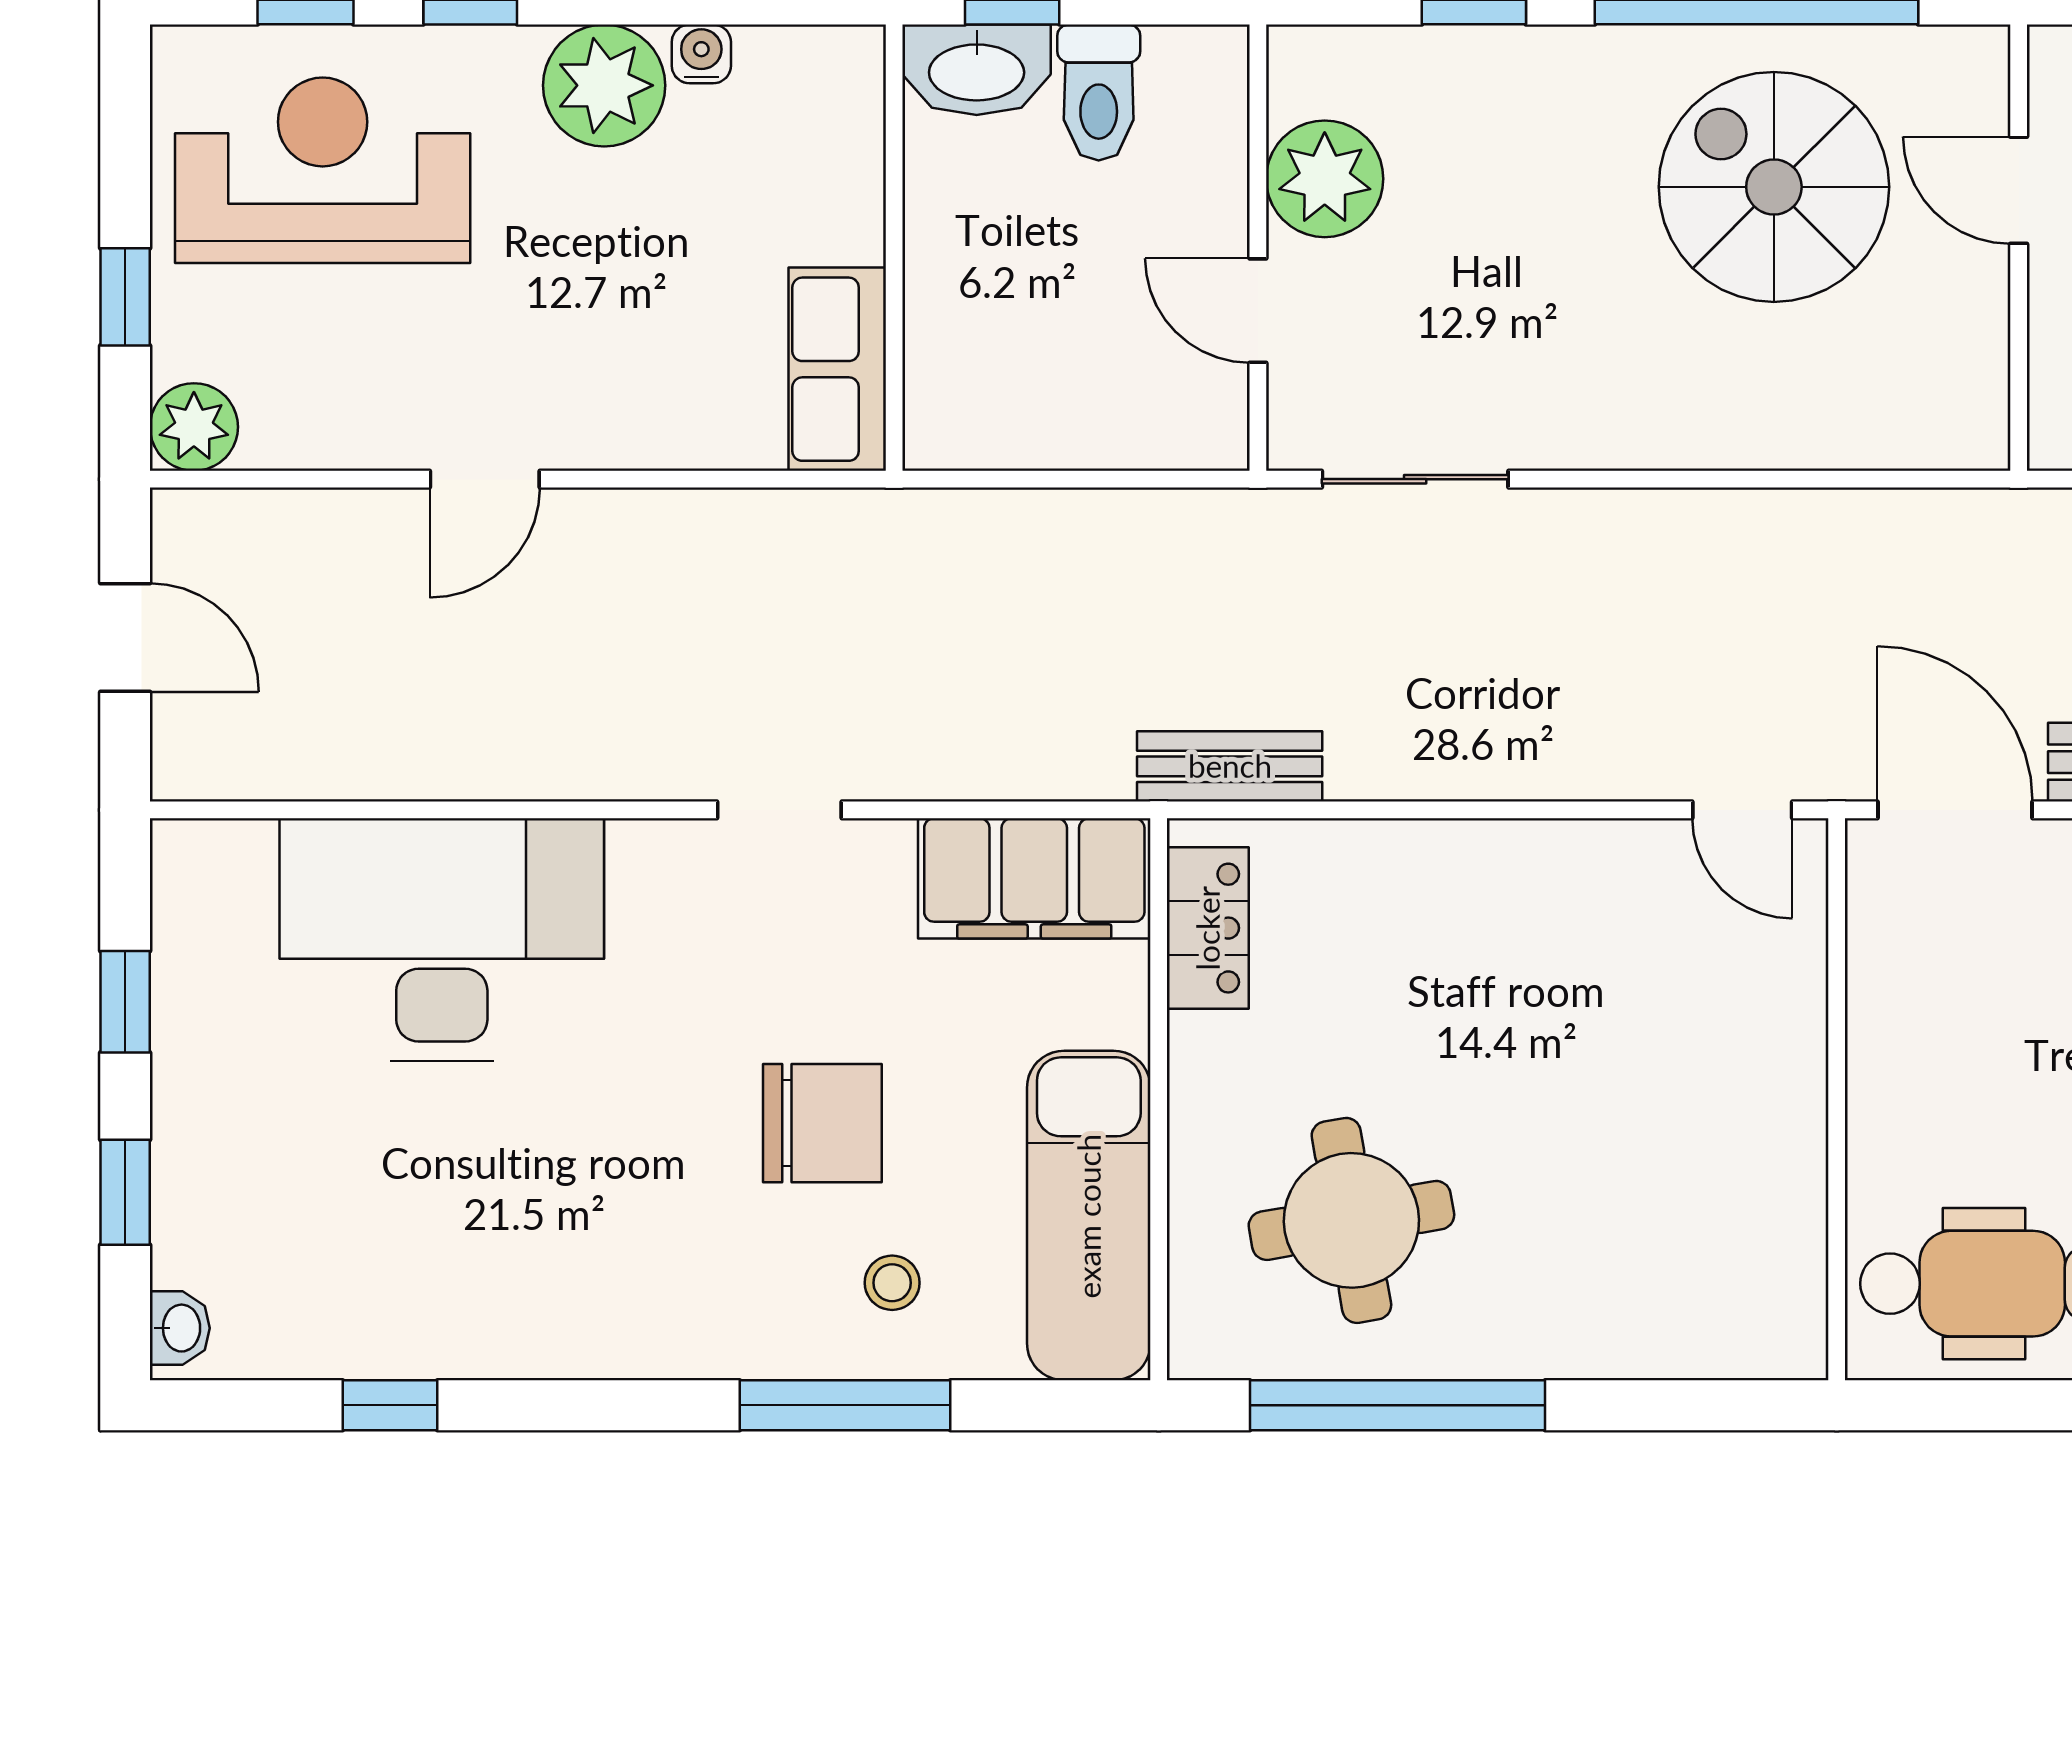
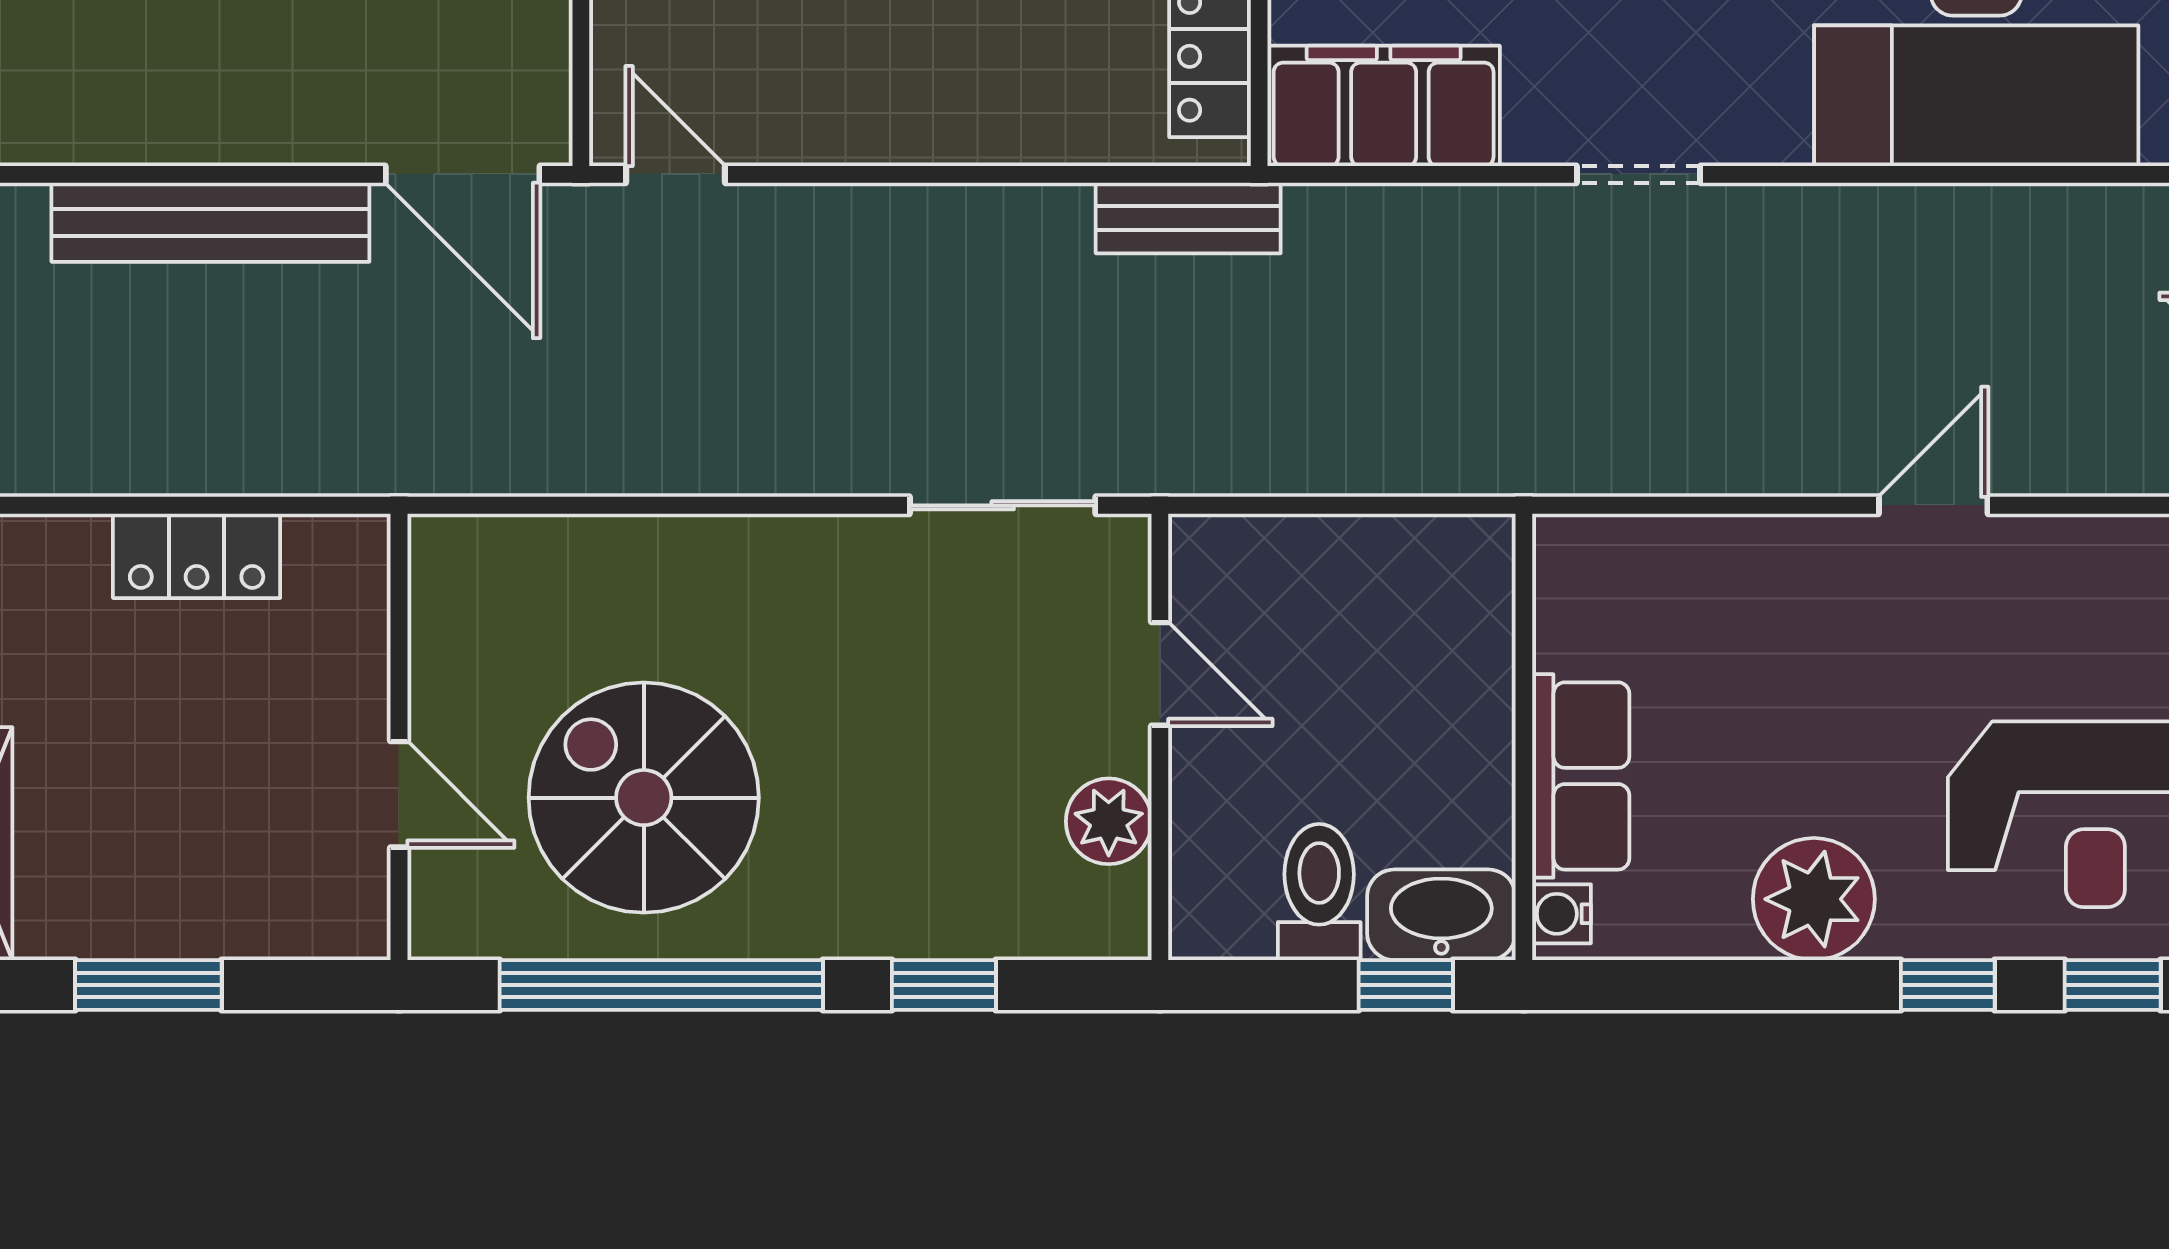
water cooler: (701, 54) -> (1562, 914), moved, turned 90
plant: (1325, 179) -> (1109, 821), width x0.73, depth x0.73
spiral stairs: (1774, 187) -> (644, 798), turned 180
row of seats: (837, 369) -> (1581, 776), moved

